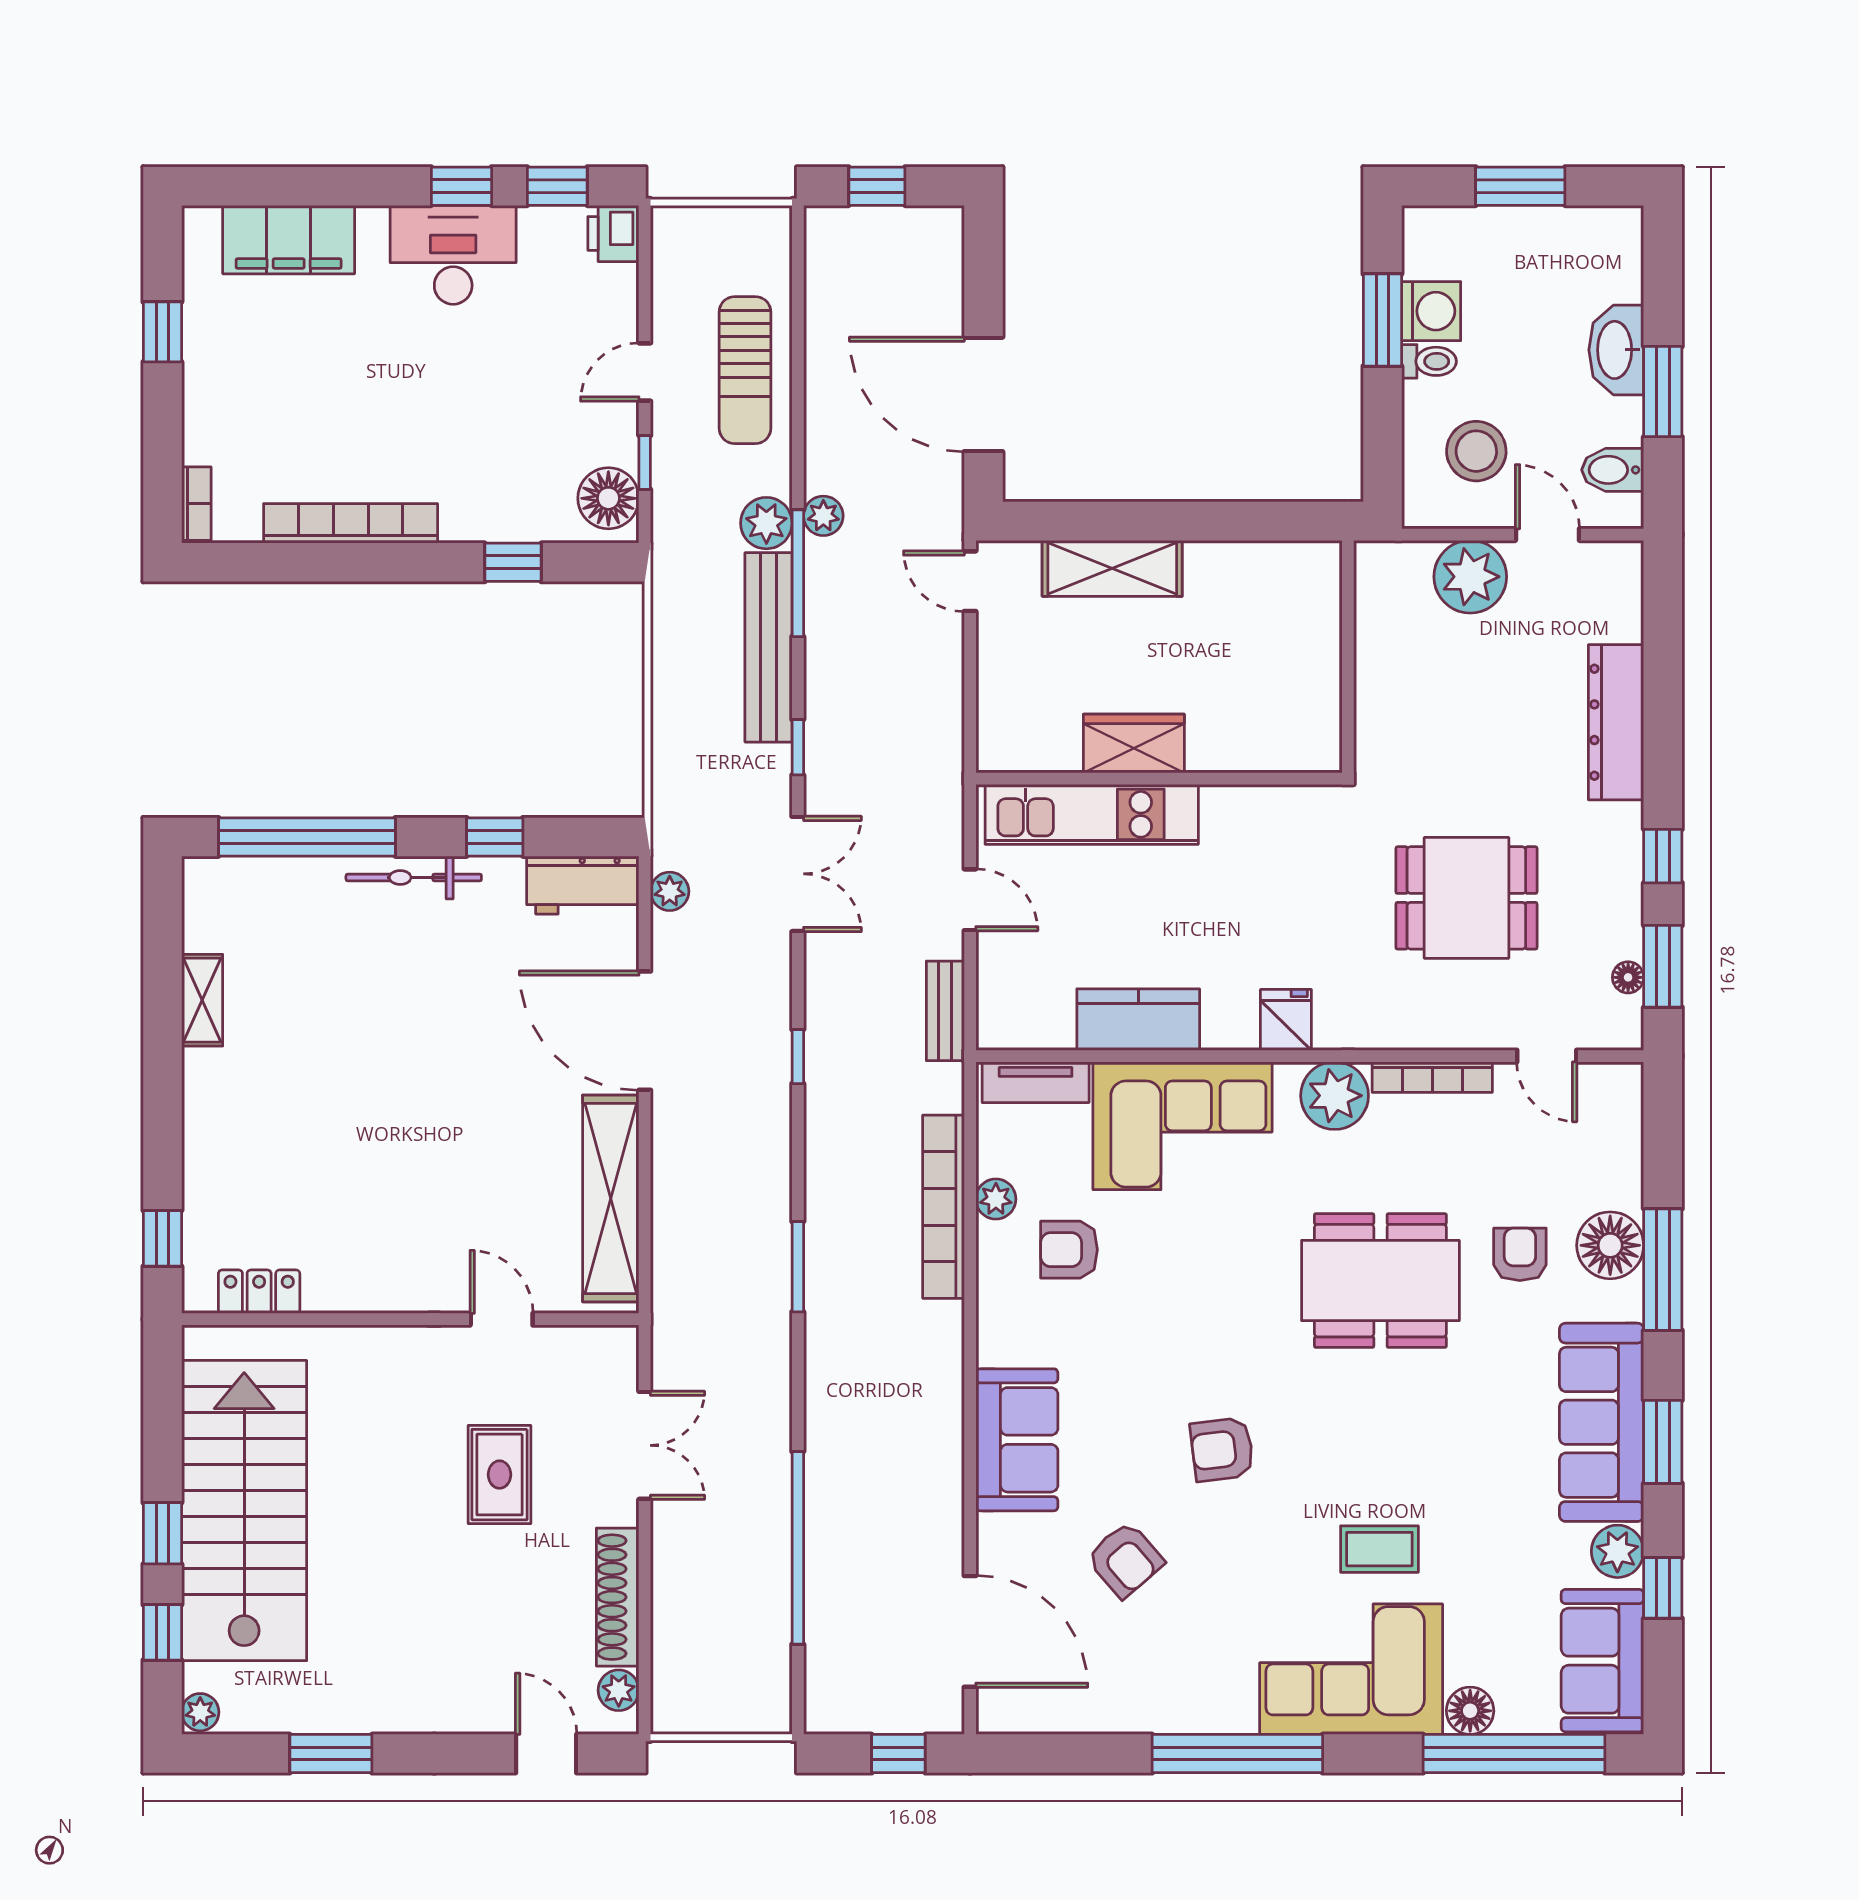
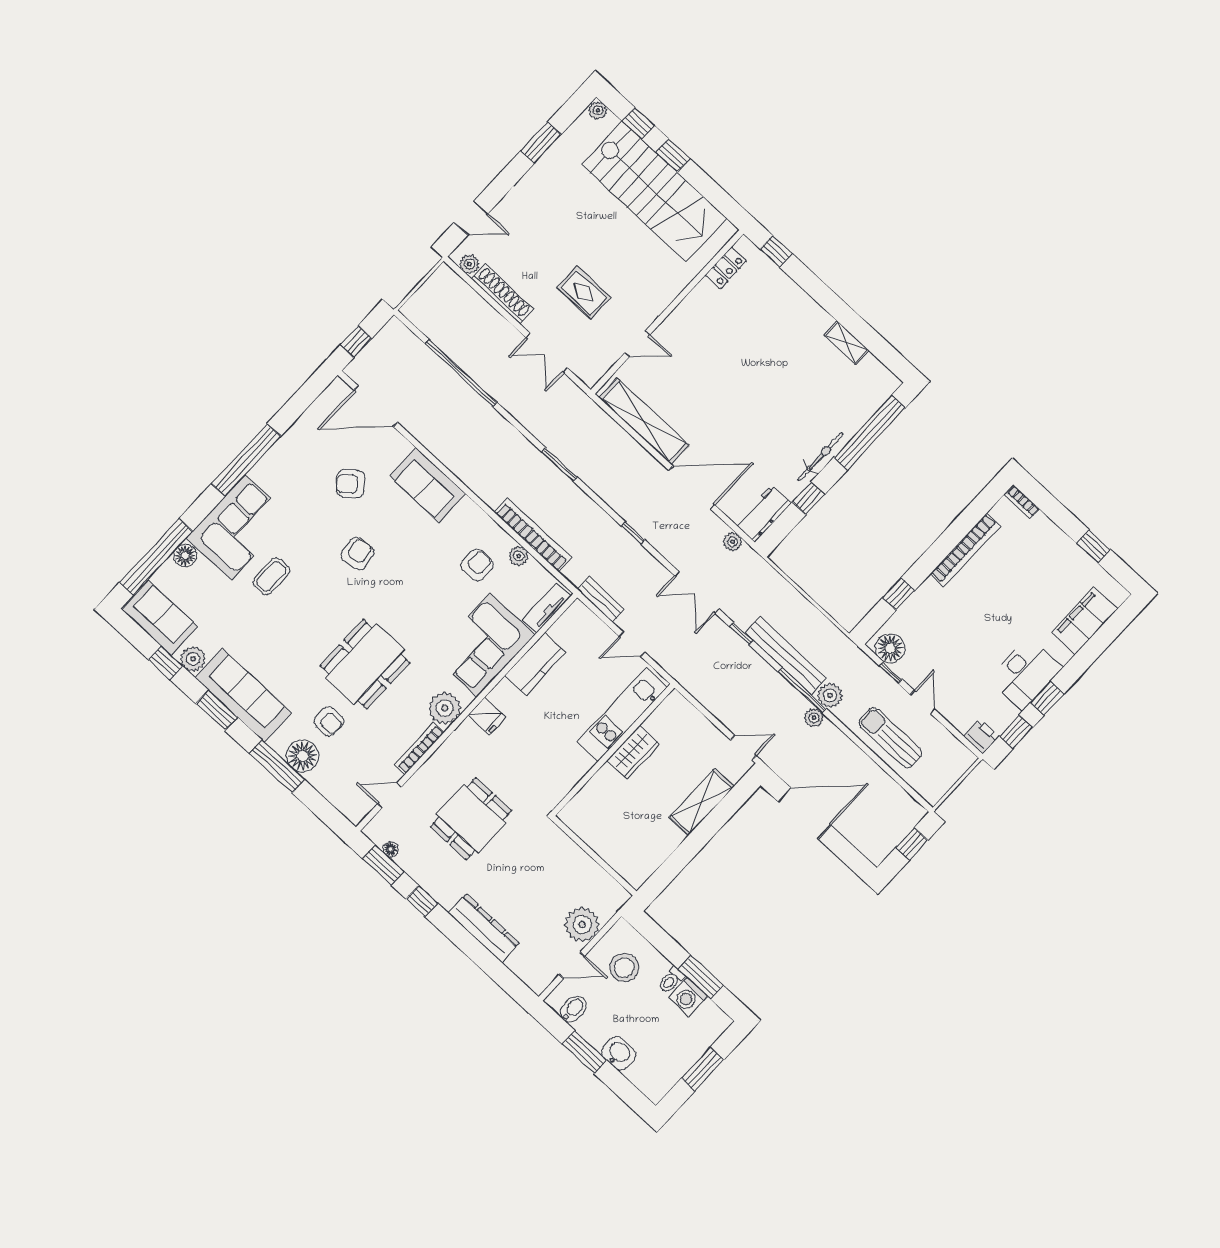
washbasin: (1616, 350) -> (618, 1053), width x0.72

